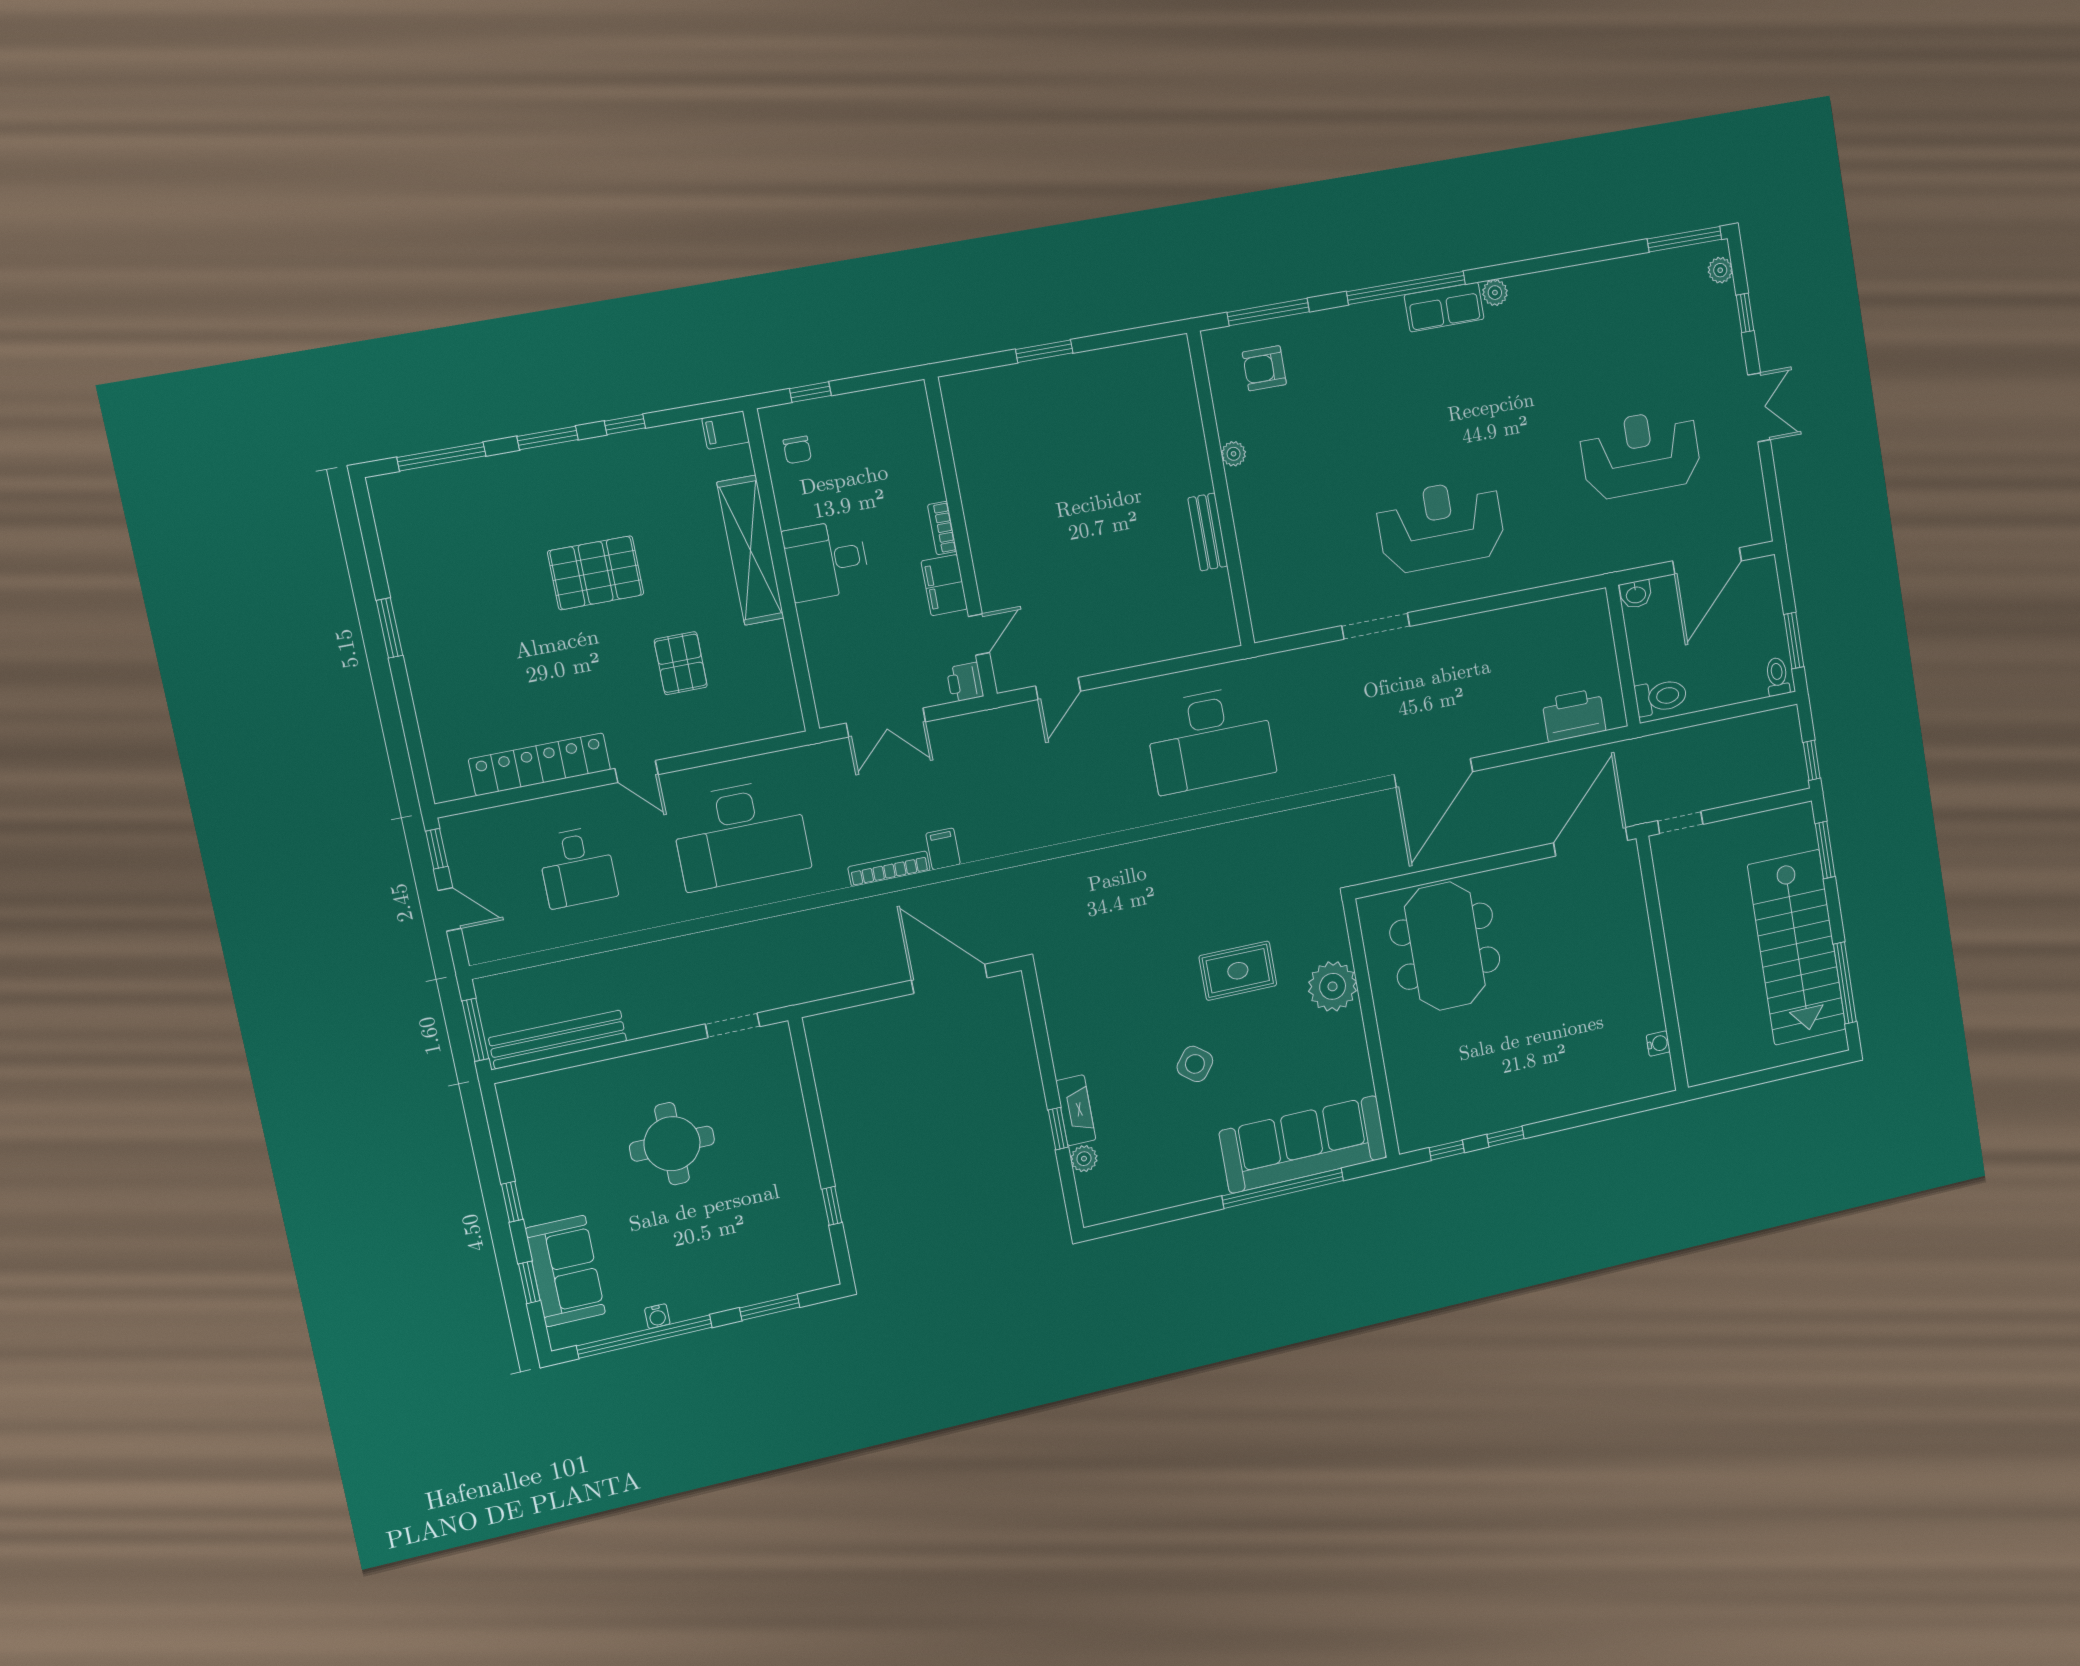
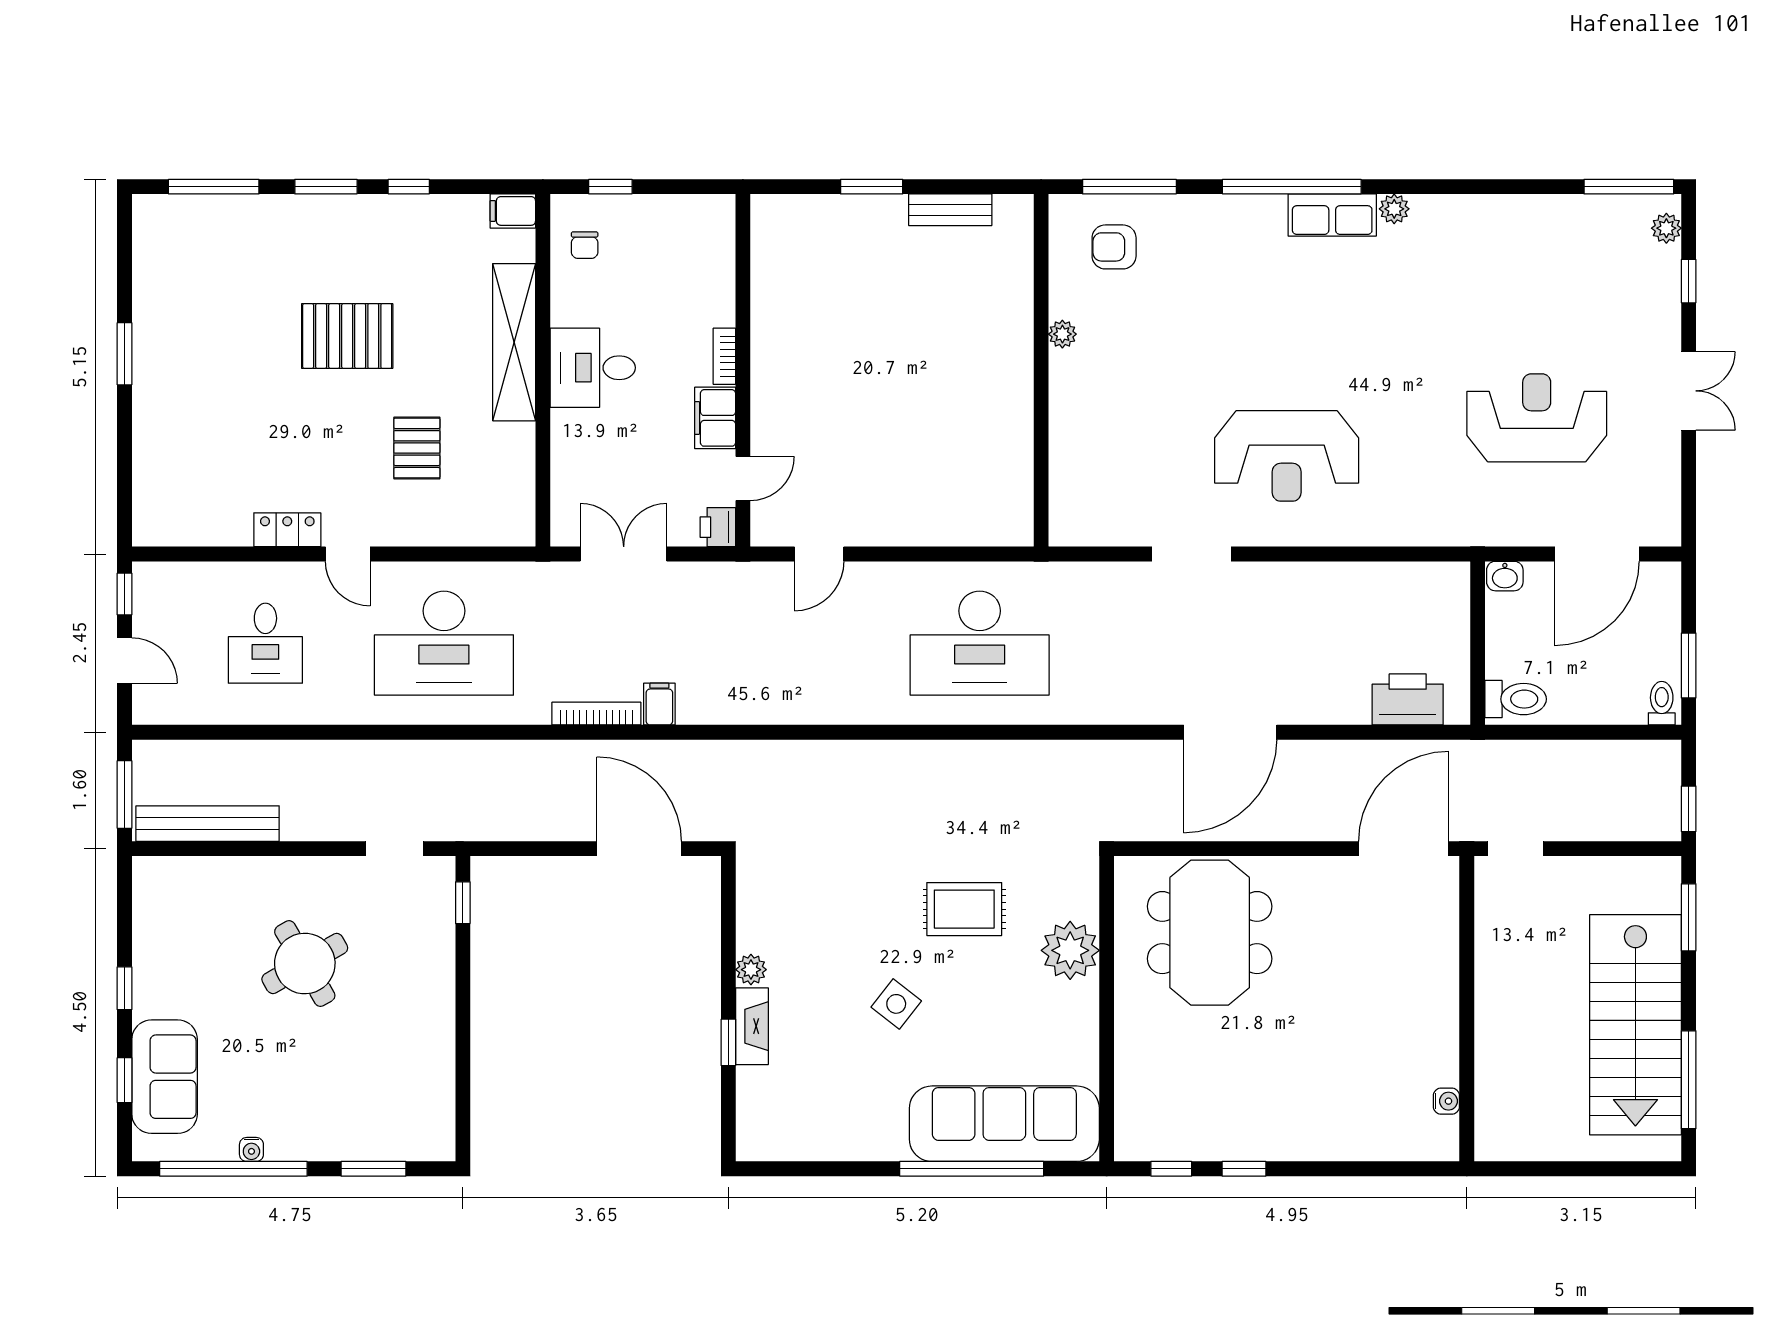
reception desk: (1441, 525) -> (1287, 456), turned 180
bench: (1208, 532) -> (950, 210), moved, turned 90
double door: (886, 722) -> (624, 554), swing flipped
locker: (540, 764) -> (287, 530), width x0.46, depth x0.83
round table: (672, 1144) -> (305, 964), turned -30
plant: (1084, 1159) -> (751, 970), moved
window: (832, 1206) -> (463, 903), moved

